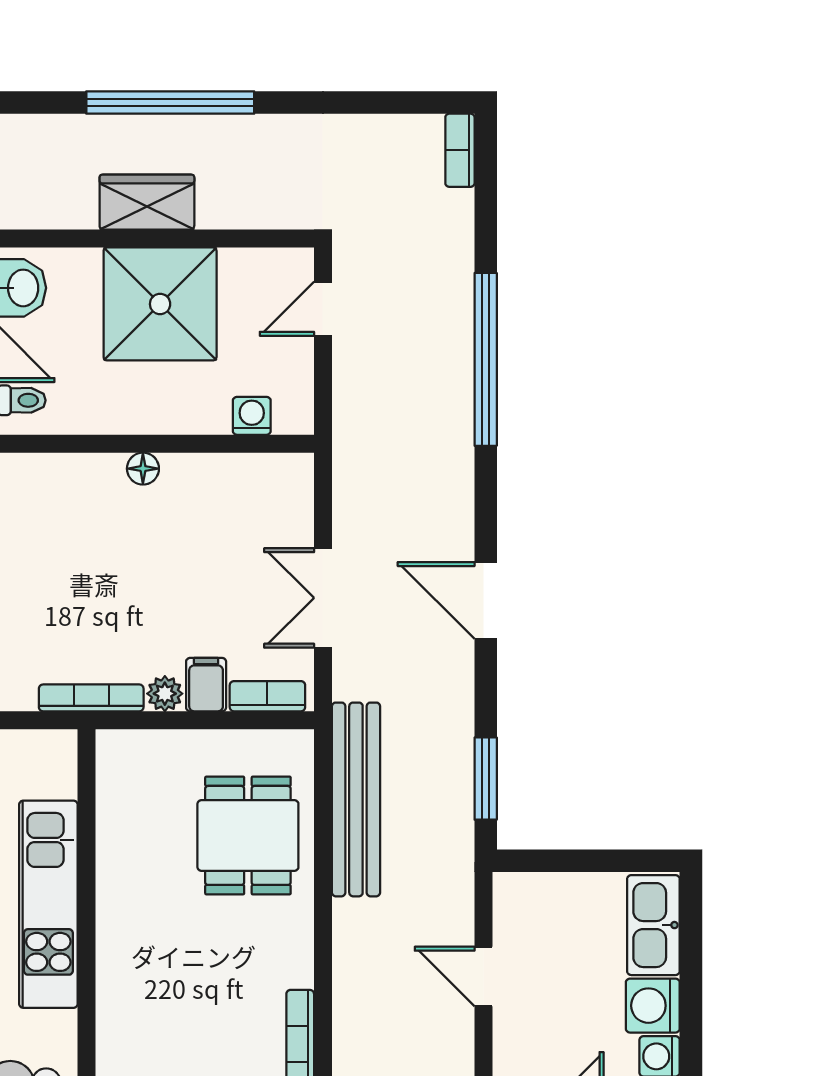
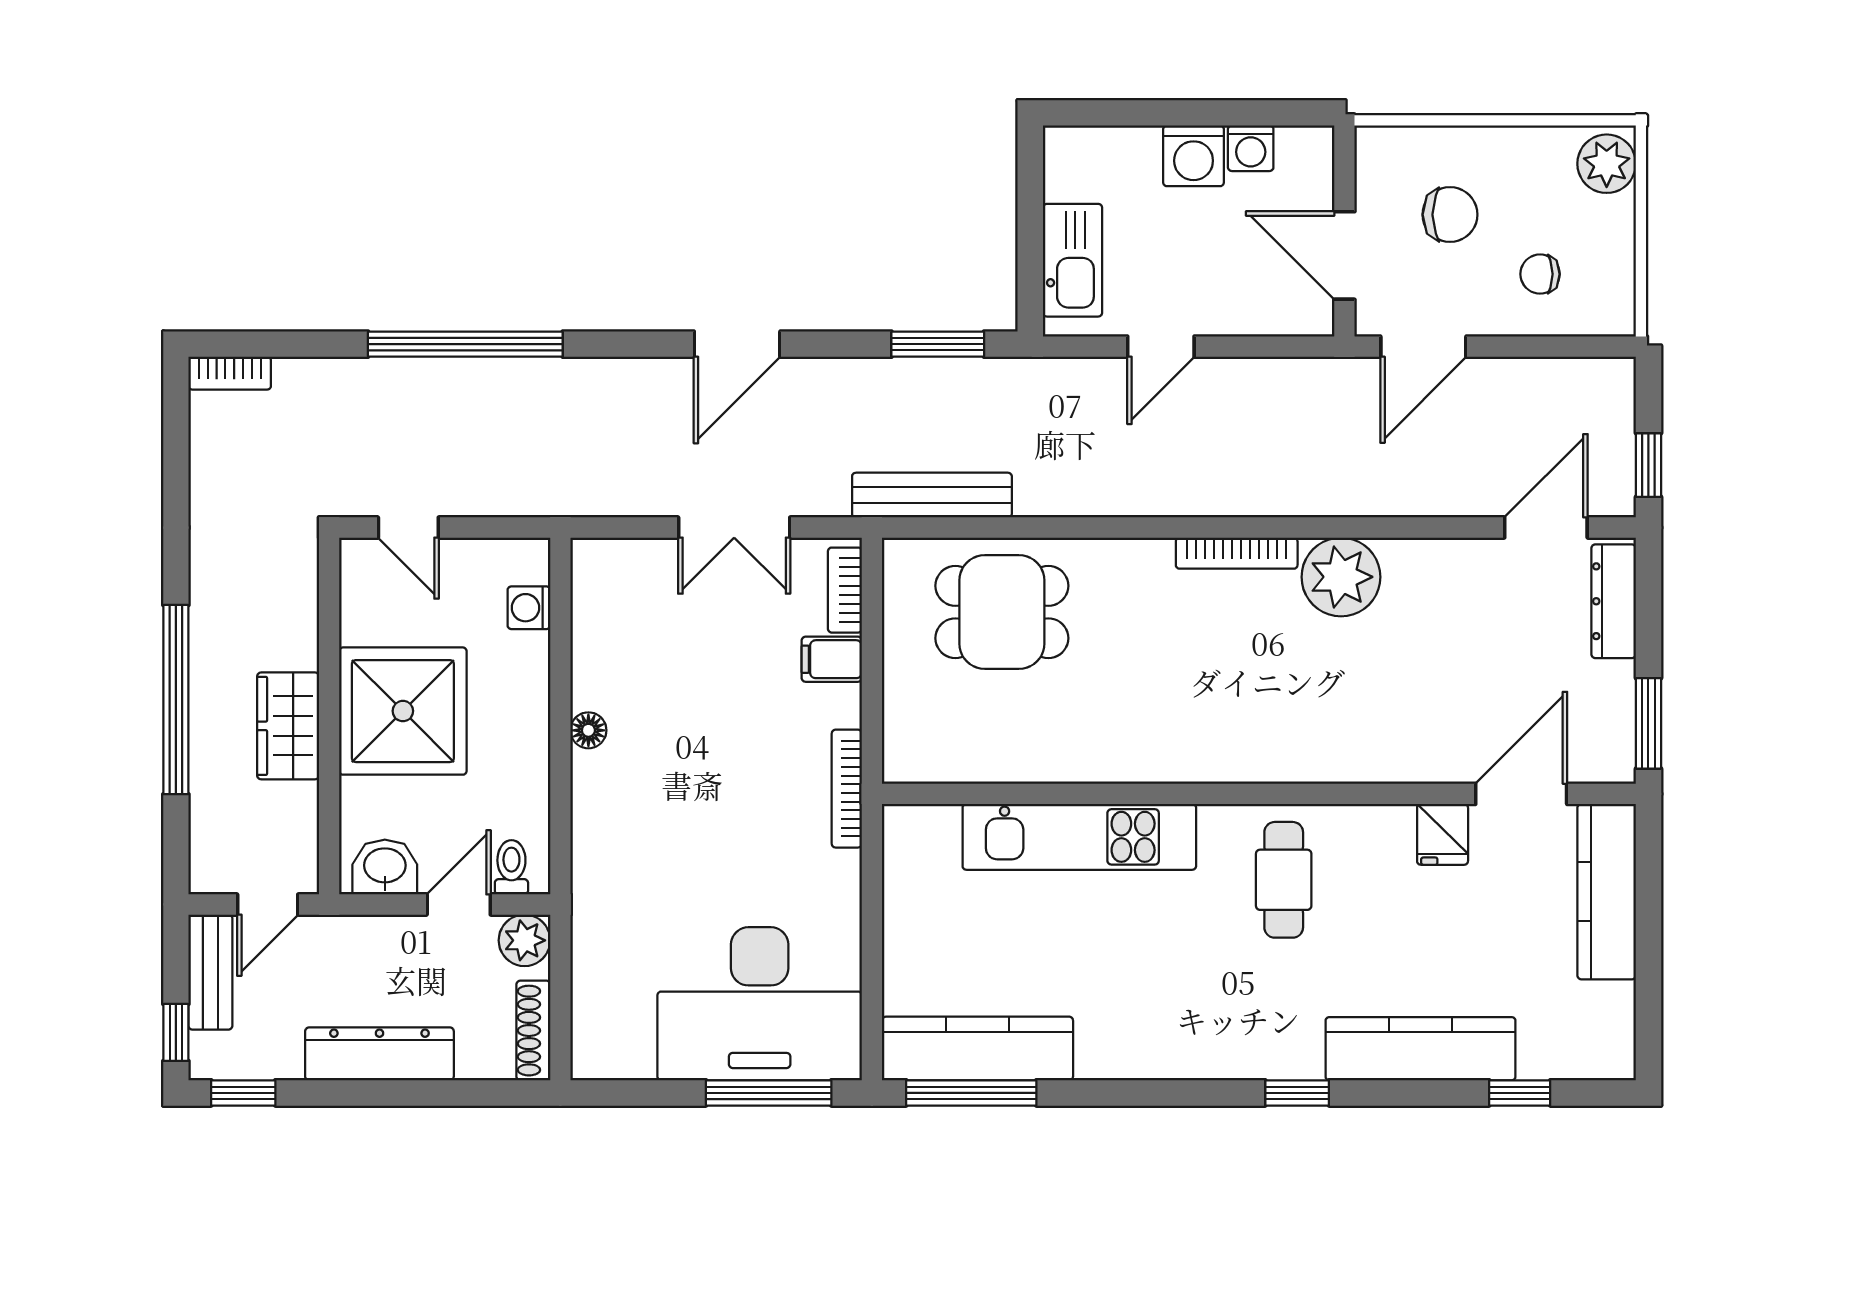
plant: (165, 694) -> (842, 706), removed
bench: (356, 799) -> (932, 495), width x0.73, depth x0.82
kitchen sink: (653, 925) -> (1073, 260), moved, turned -90

